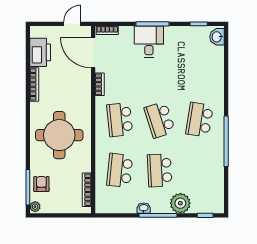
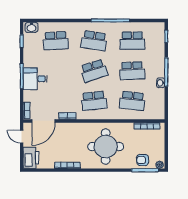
printer: (40, 52) -> (31, 158), moved, turned 90
school desk: (199, 69) -> (56, 41), added
school desk: (199, 170) -> (132, 41), added
plant: (180, 203) -> (157, 55), removed

